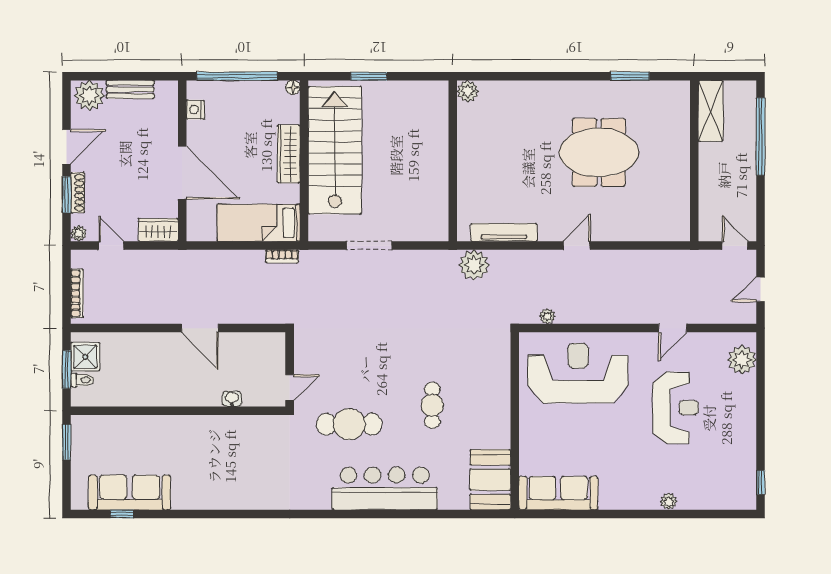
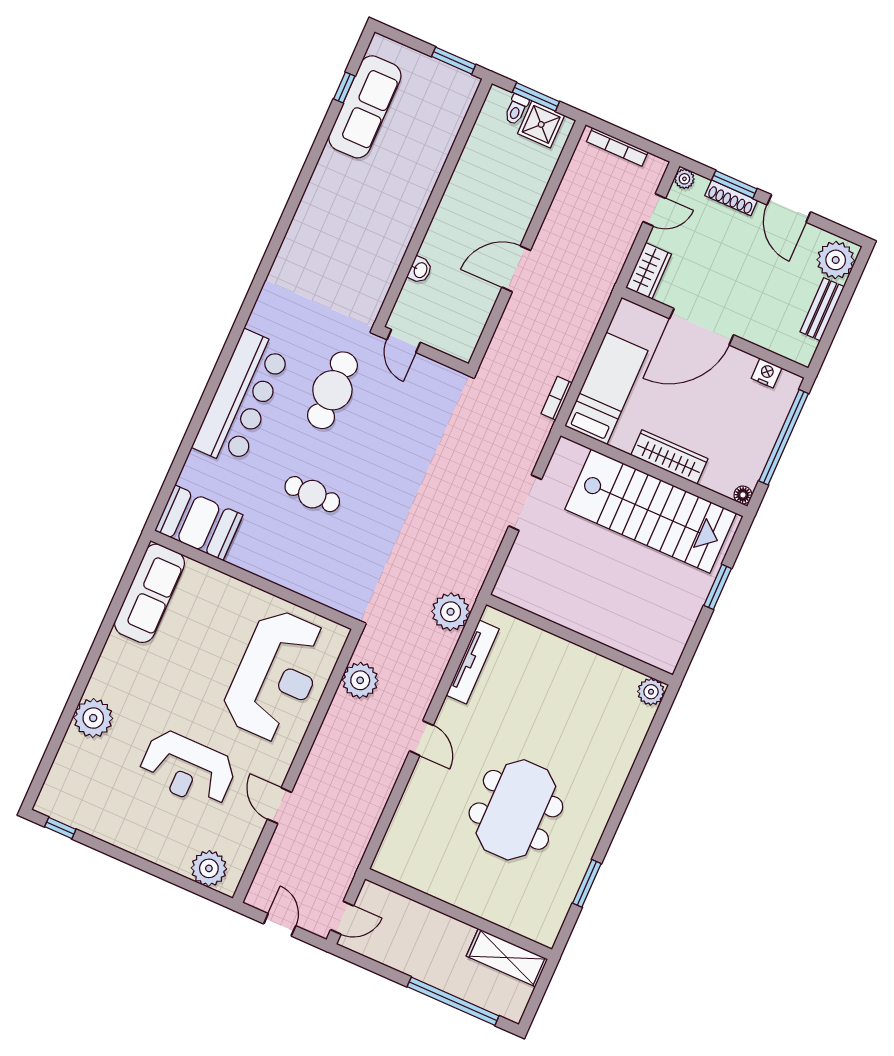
plant: (547, 316) -> (360, 680), width x1.87, depth x1.87
plant: (669, 501) -> (93, 718), width x1.88, depth x1.88

